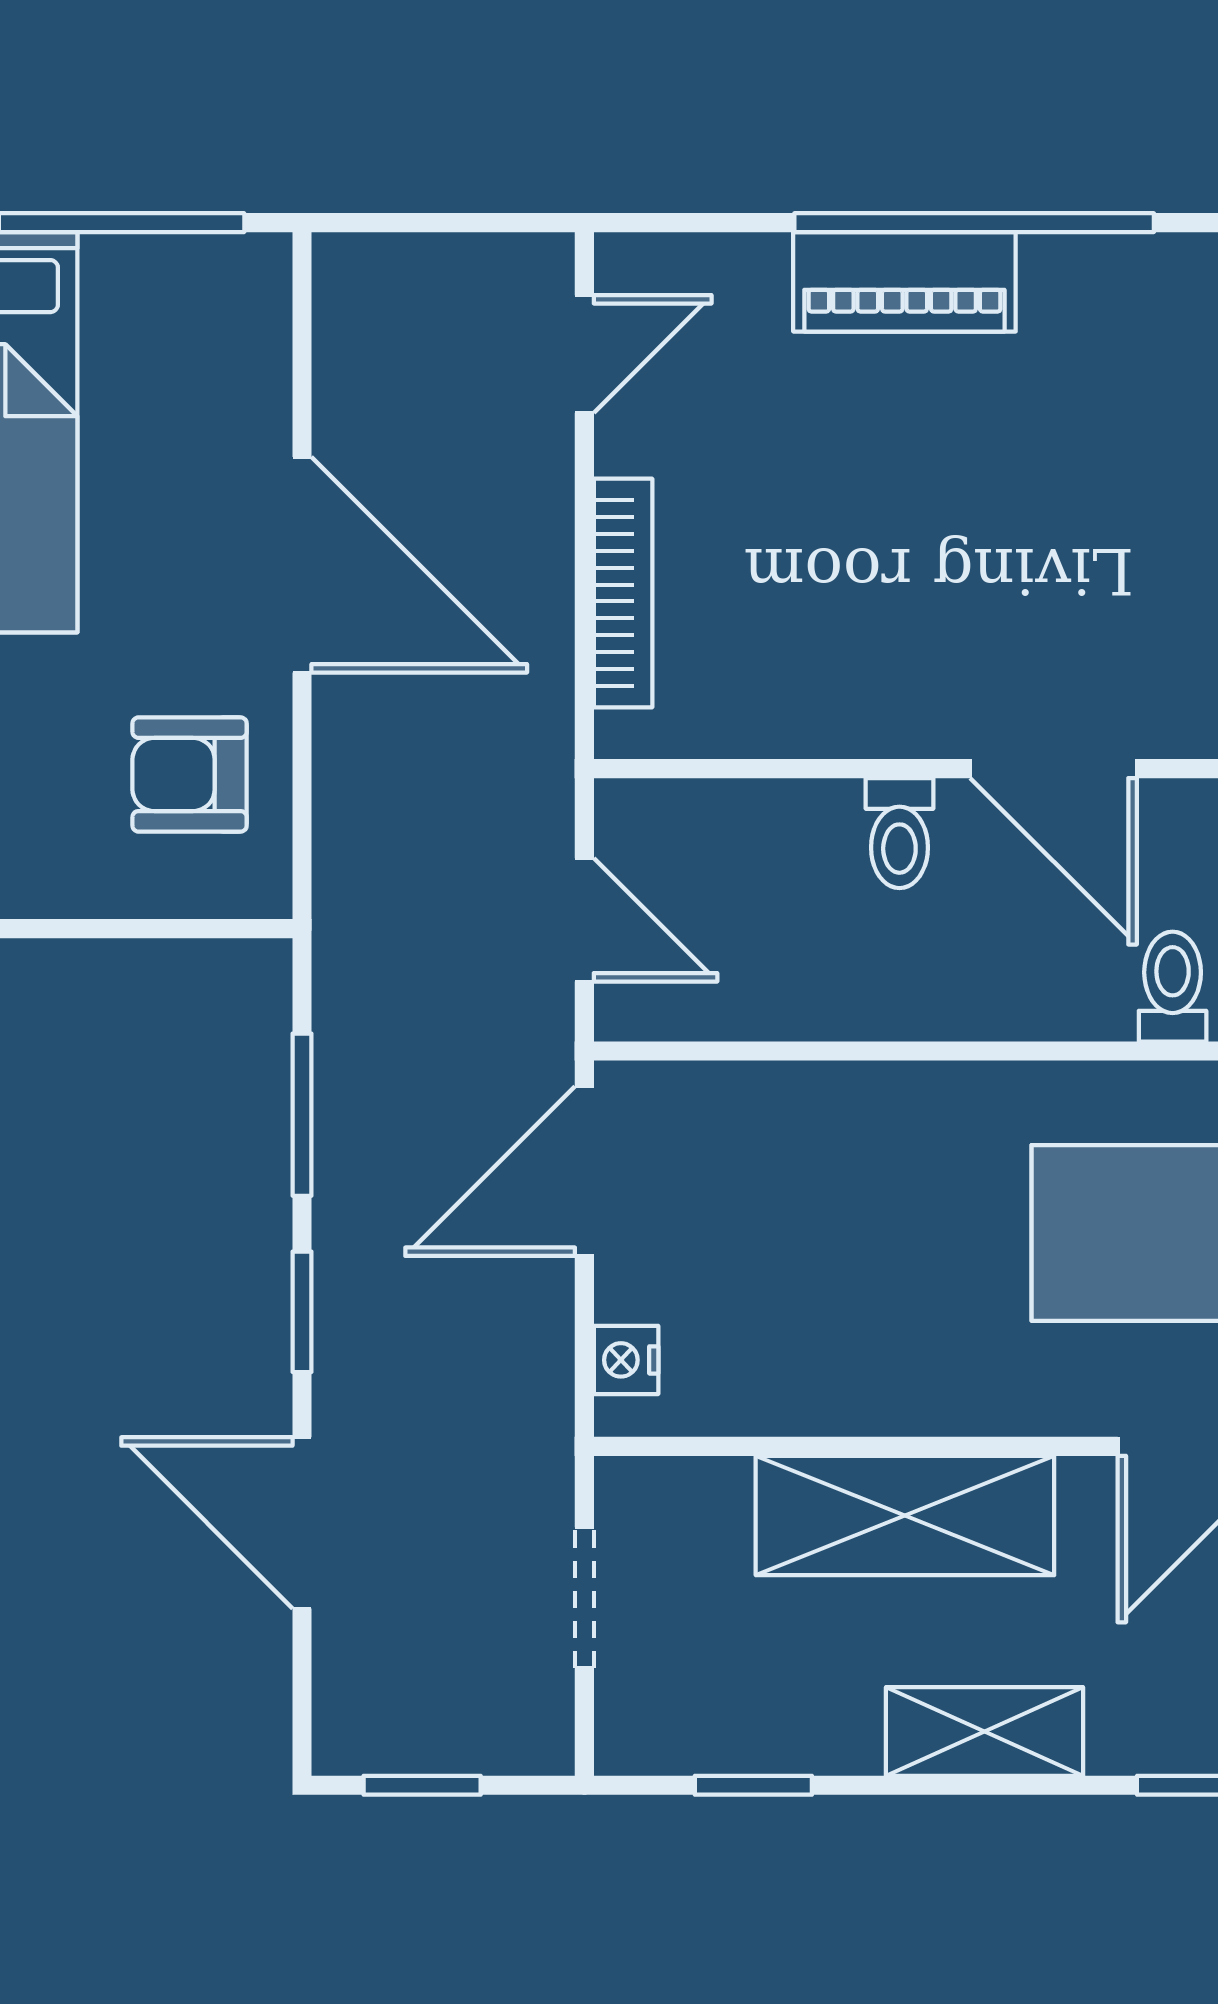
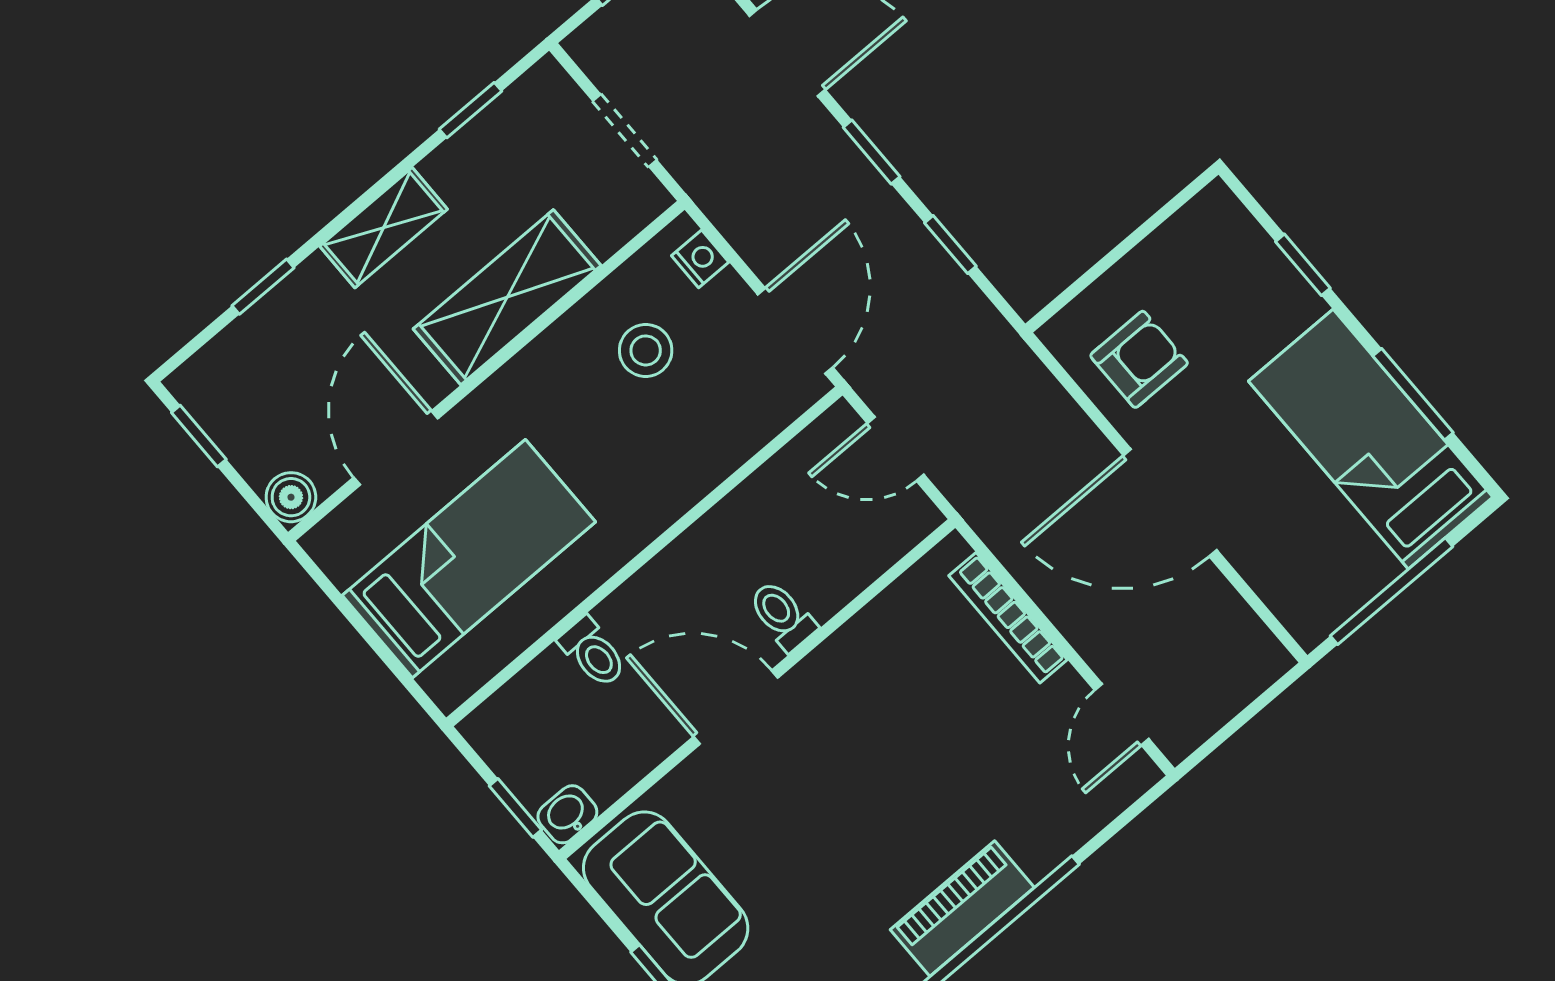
piano: (904, 282) -> (962, 909), moved
window: (302, 1115) -> (950, 245), width x0.67
stool: (790, 1304) -> (646, 350), added

